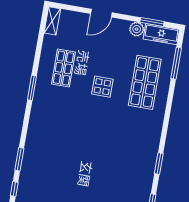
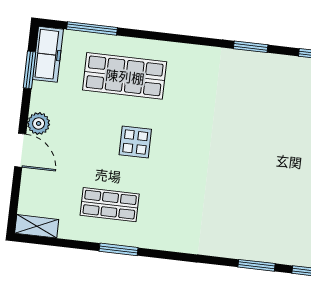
plant: (137, 29) -> (39, 123), moved
window: (32, 88) -> (119, 249), moved

